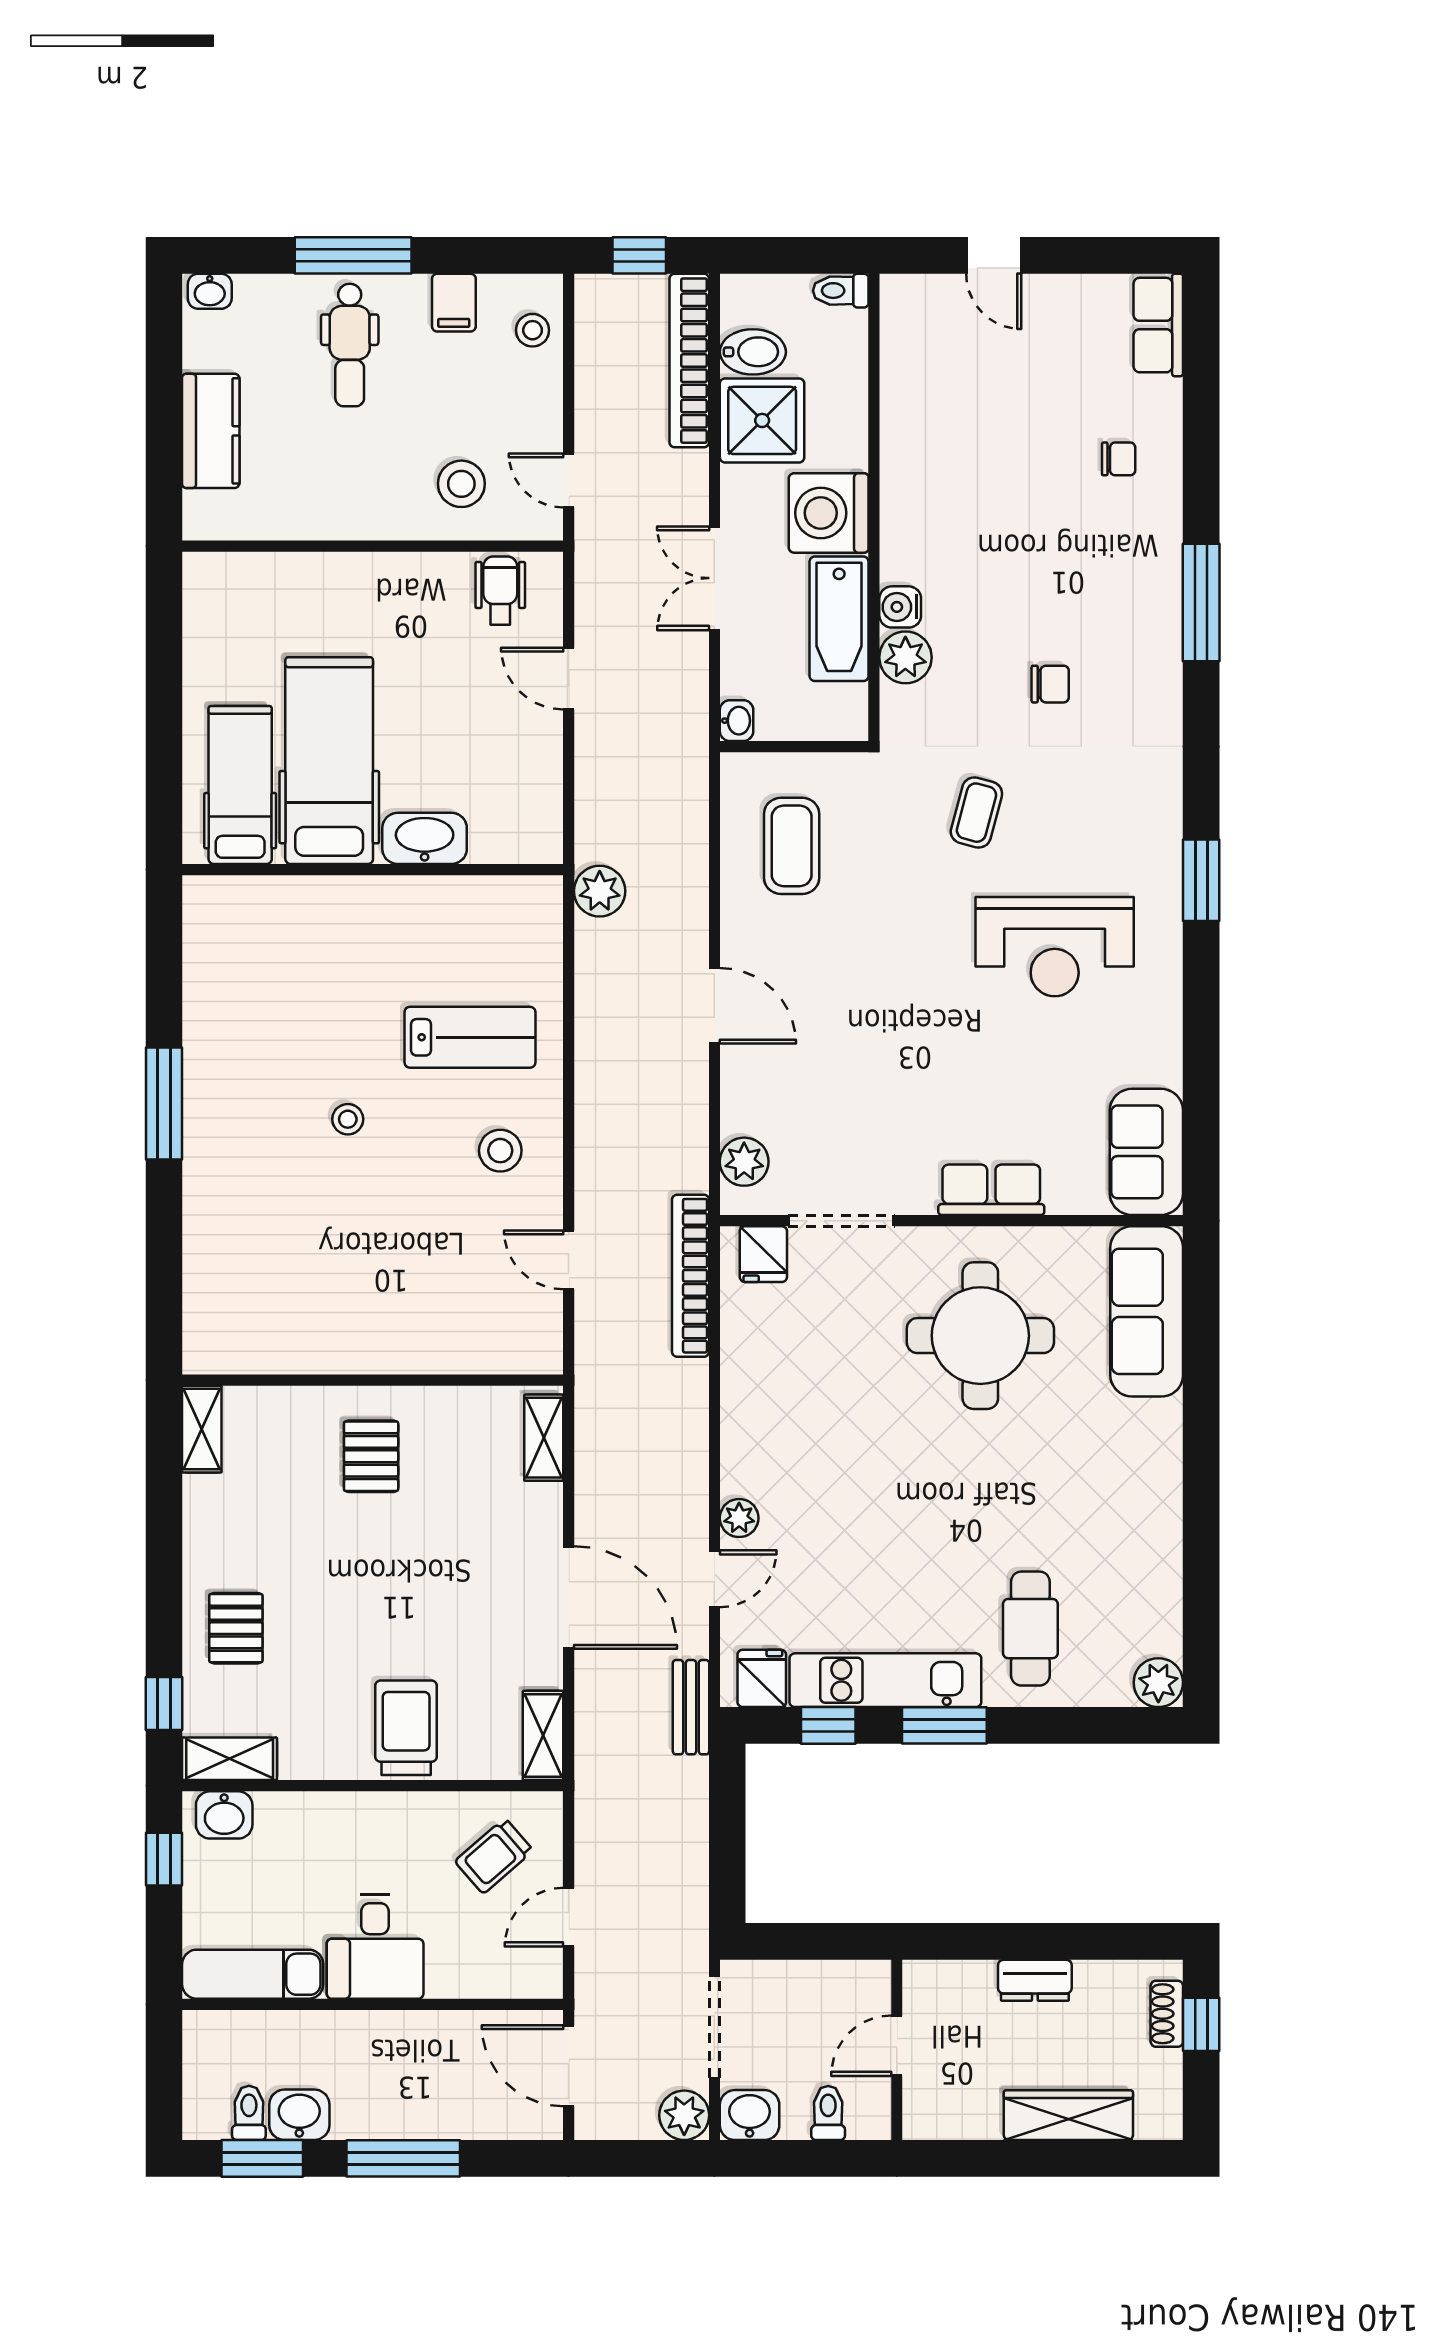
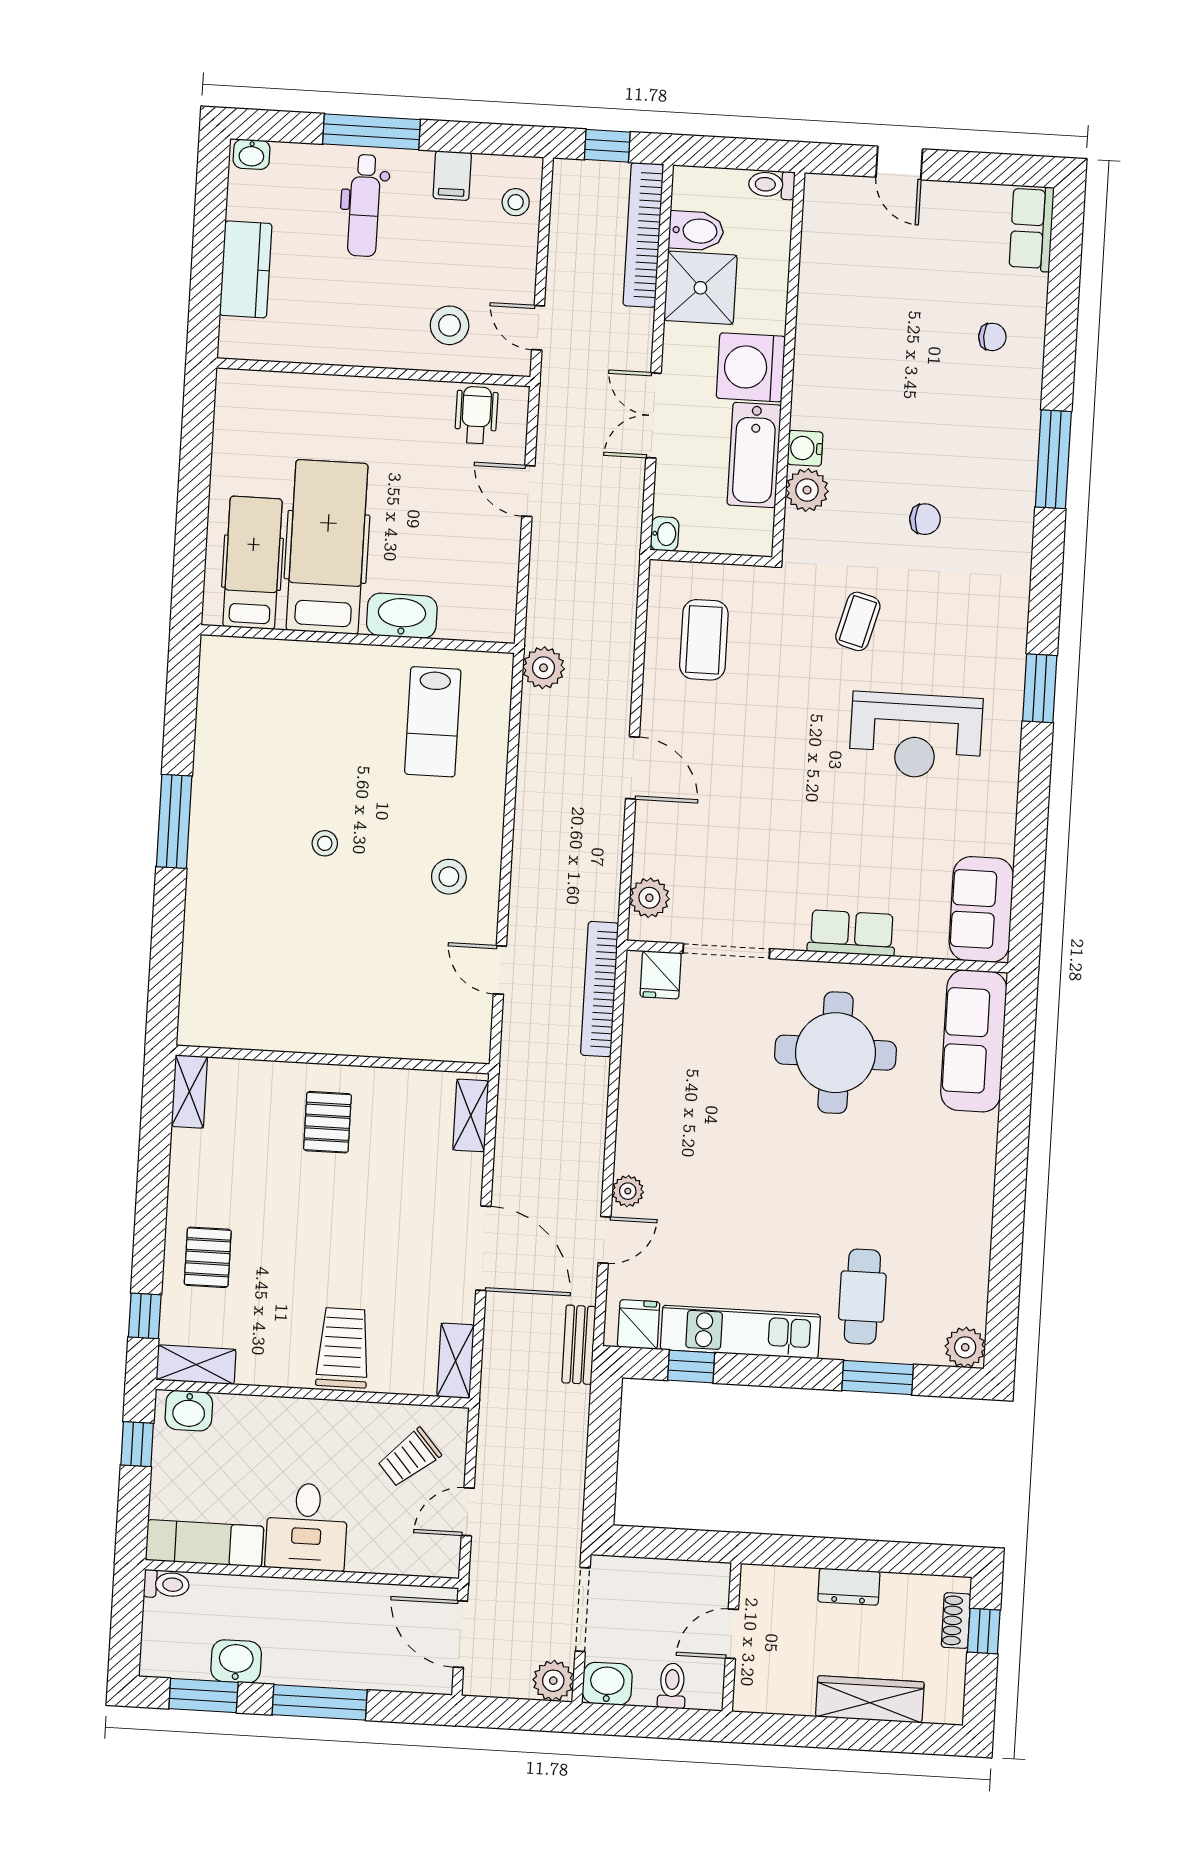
lab bench: (470, 1037) -> (433, 722), moved, turned 90
window: (944, 1725) -> (878, 1378), moved
toilet: (249, 2113) -> (166, 1584), moved, turned 90

